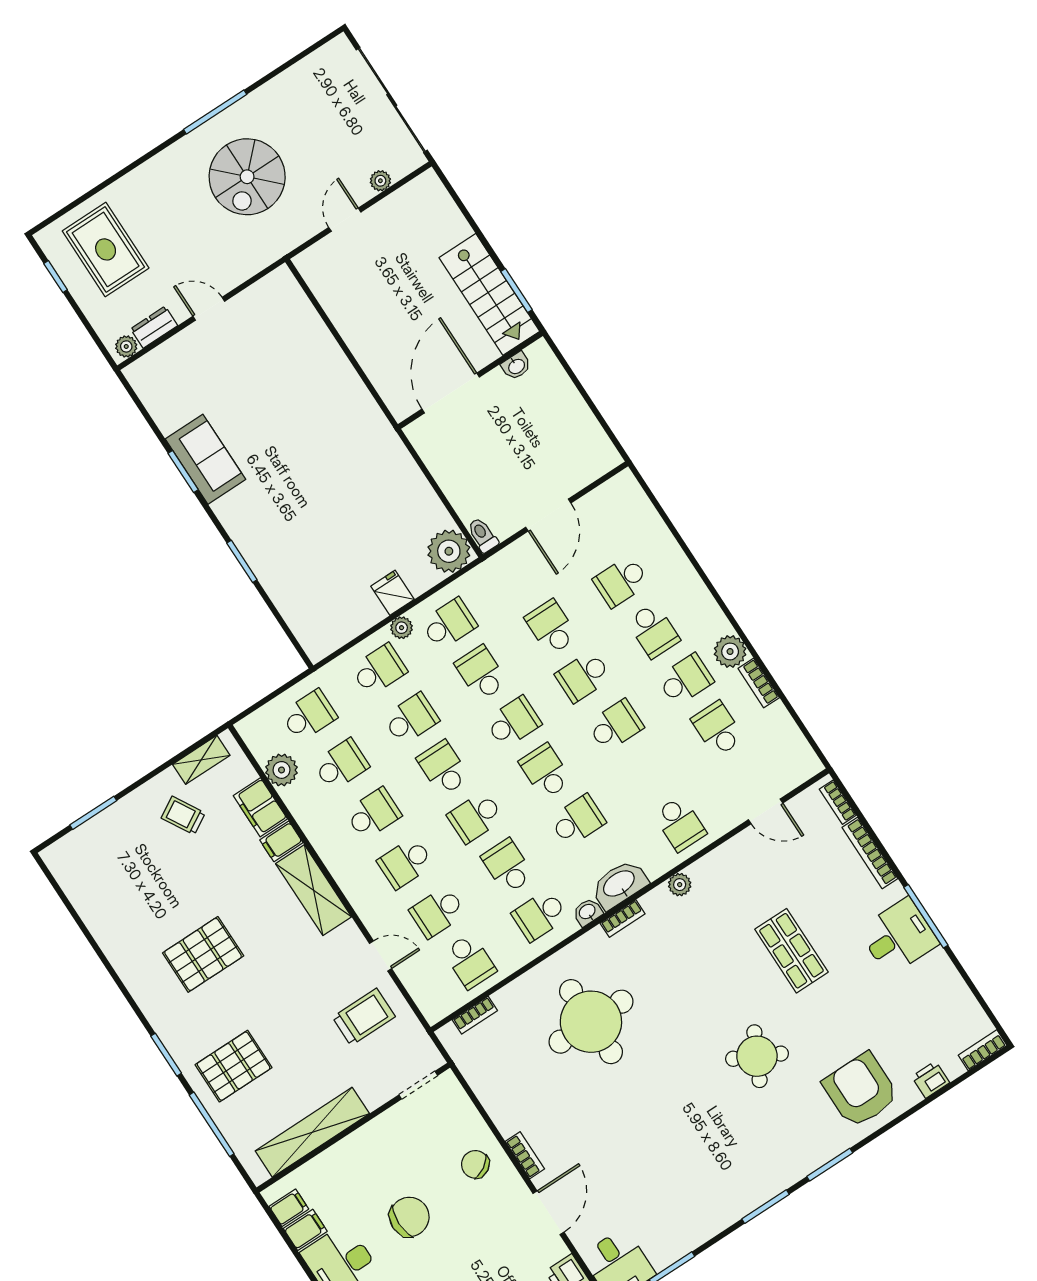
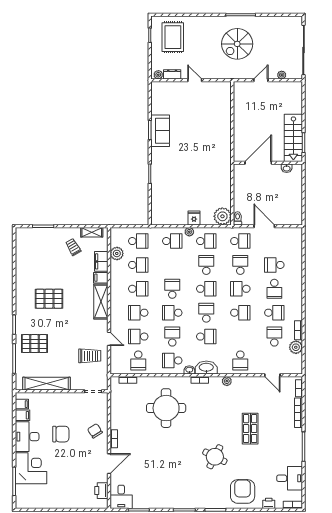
door: (548, 515) -> (264, 226), swing flipped
plant: (730, 651) -> (296, 347), moved
school desk: (411, 719) -> (240, 241), moved
desk: (898, 937) -> (290, 478), moved

